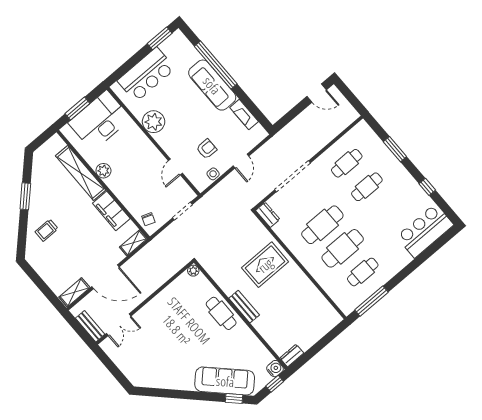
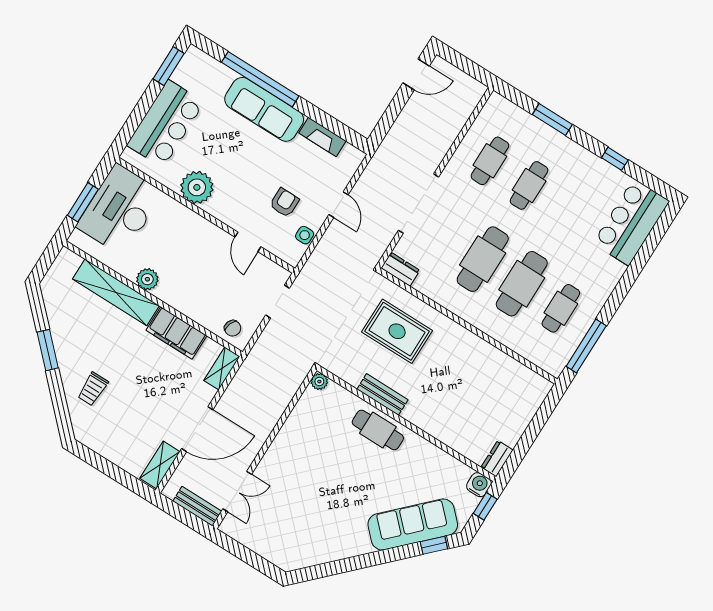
rug: (265, 265) -> (397, 331), moved, turned 90
bench: (244, 307) -> (382, 394), moved

